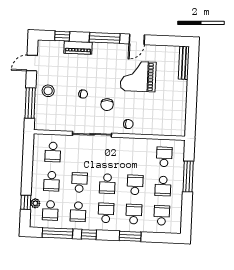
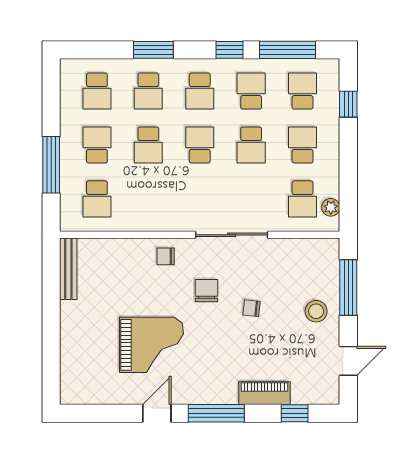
bench: (184, 63) -> (68, 269), moved
school desk: (53, 152) -> (303, 199), turned 180
plant: (35, 203) -> (331, 207), moved

